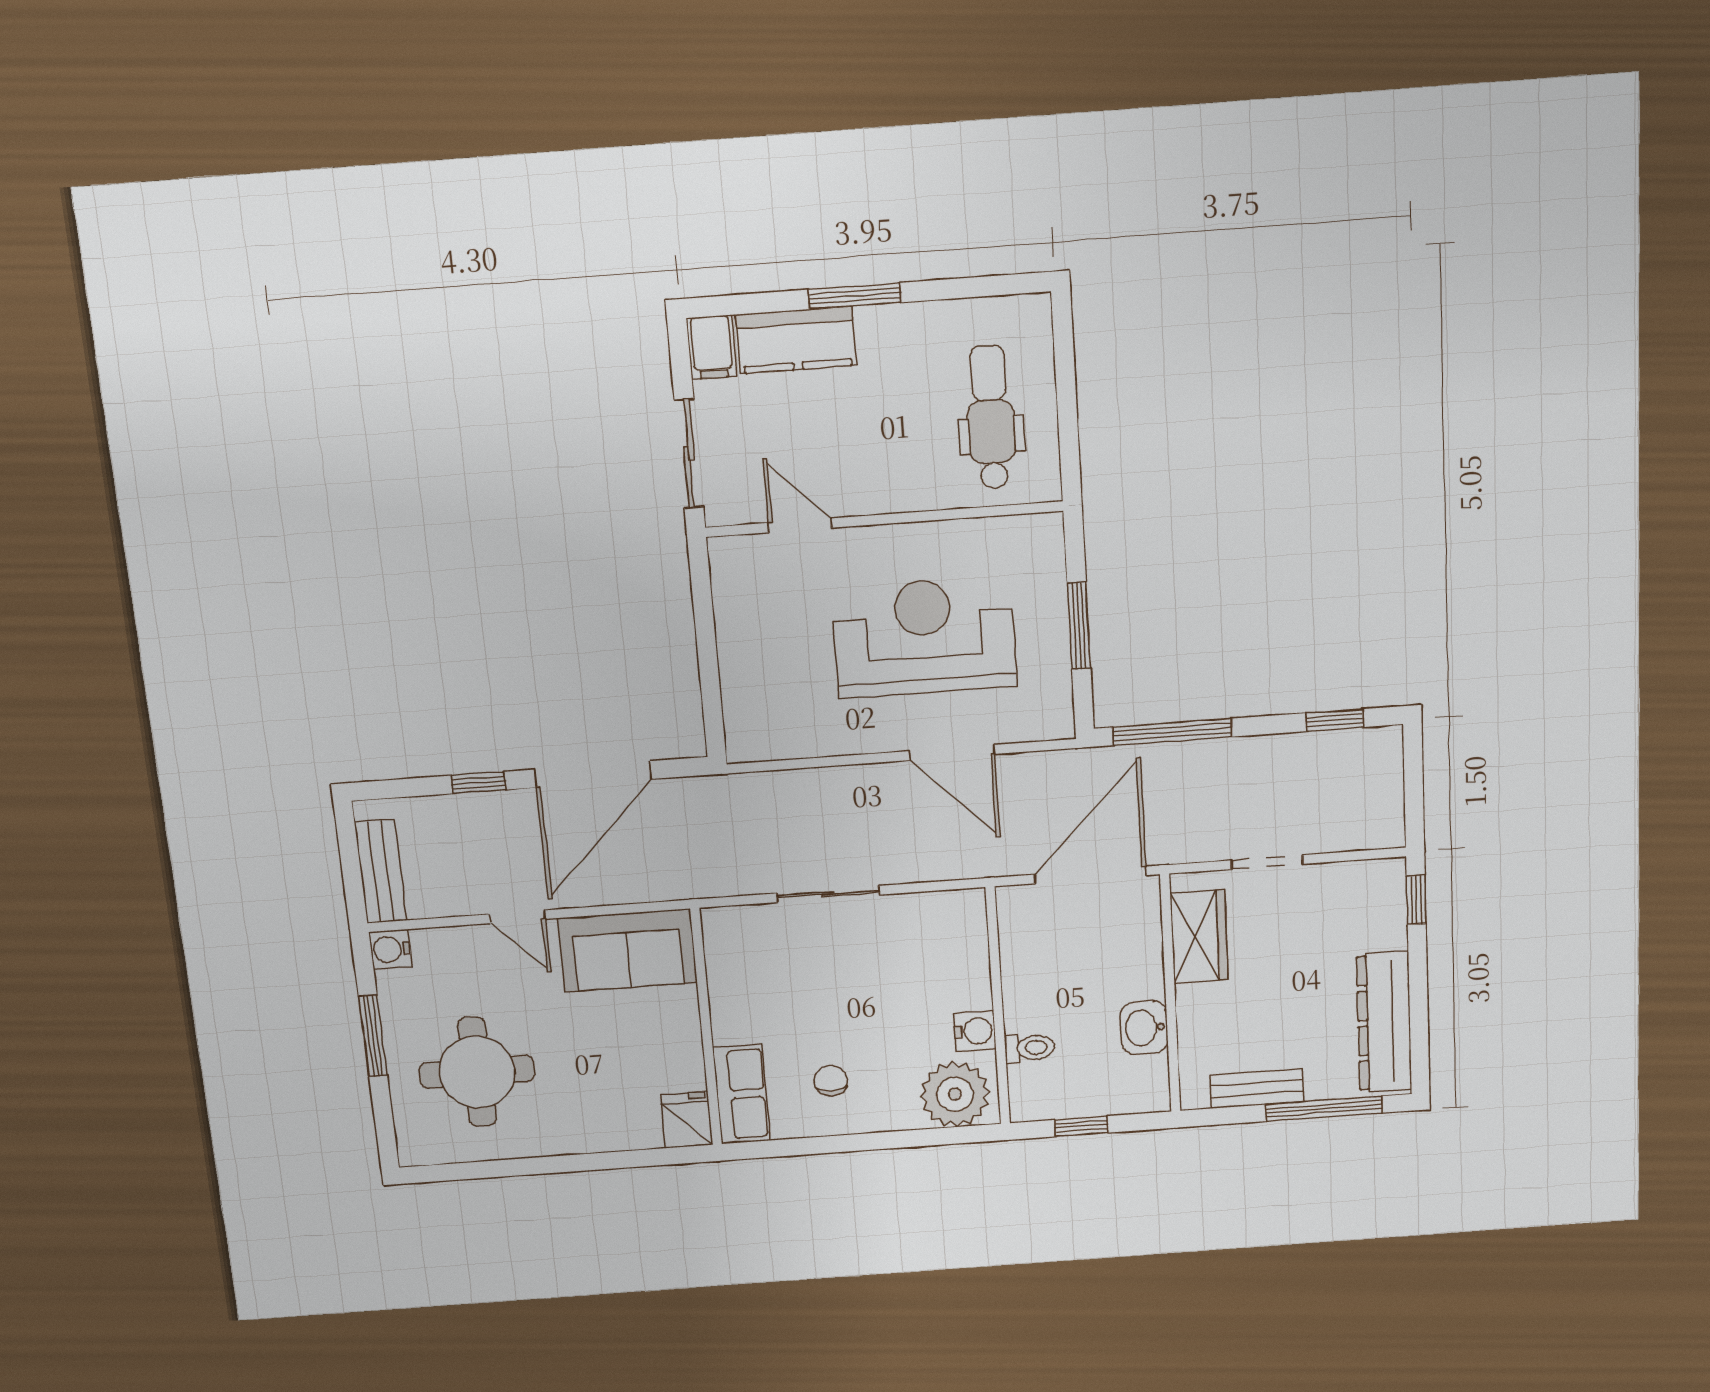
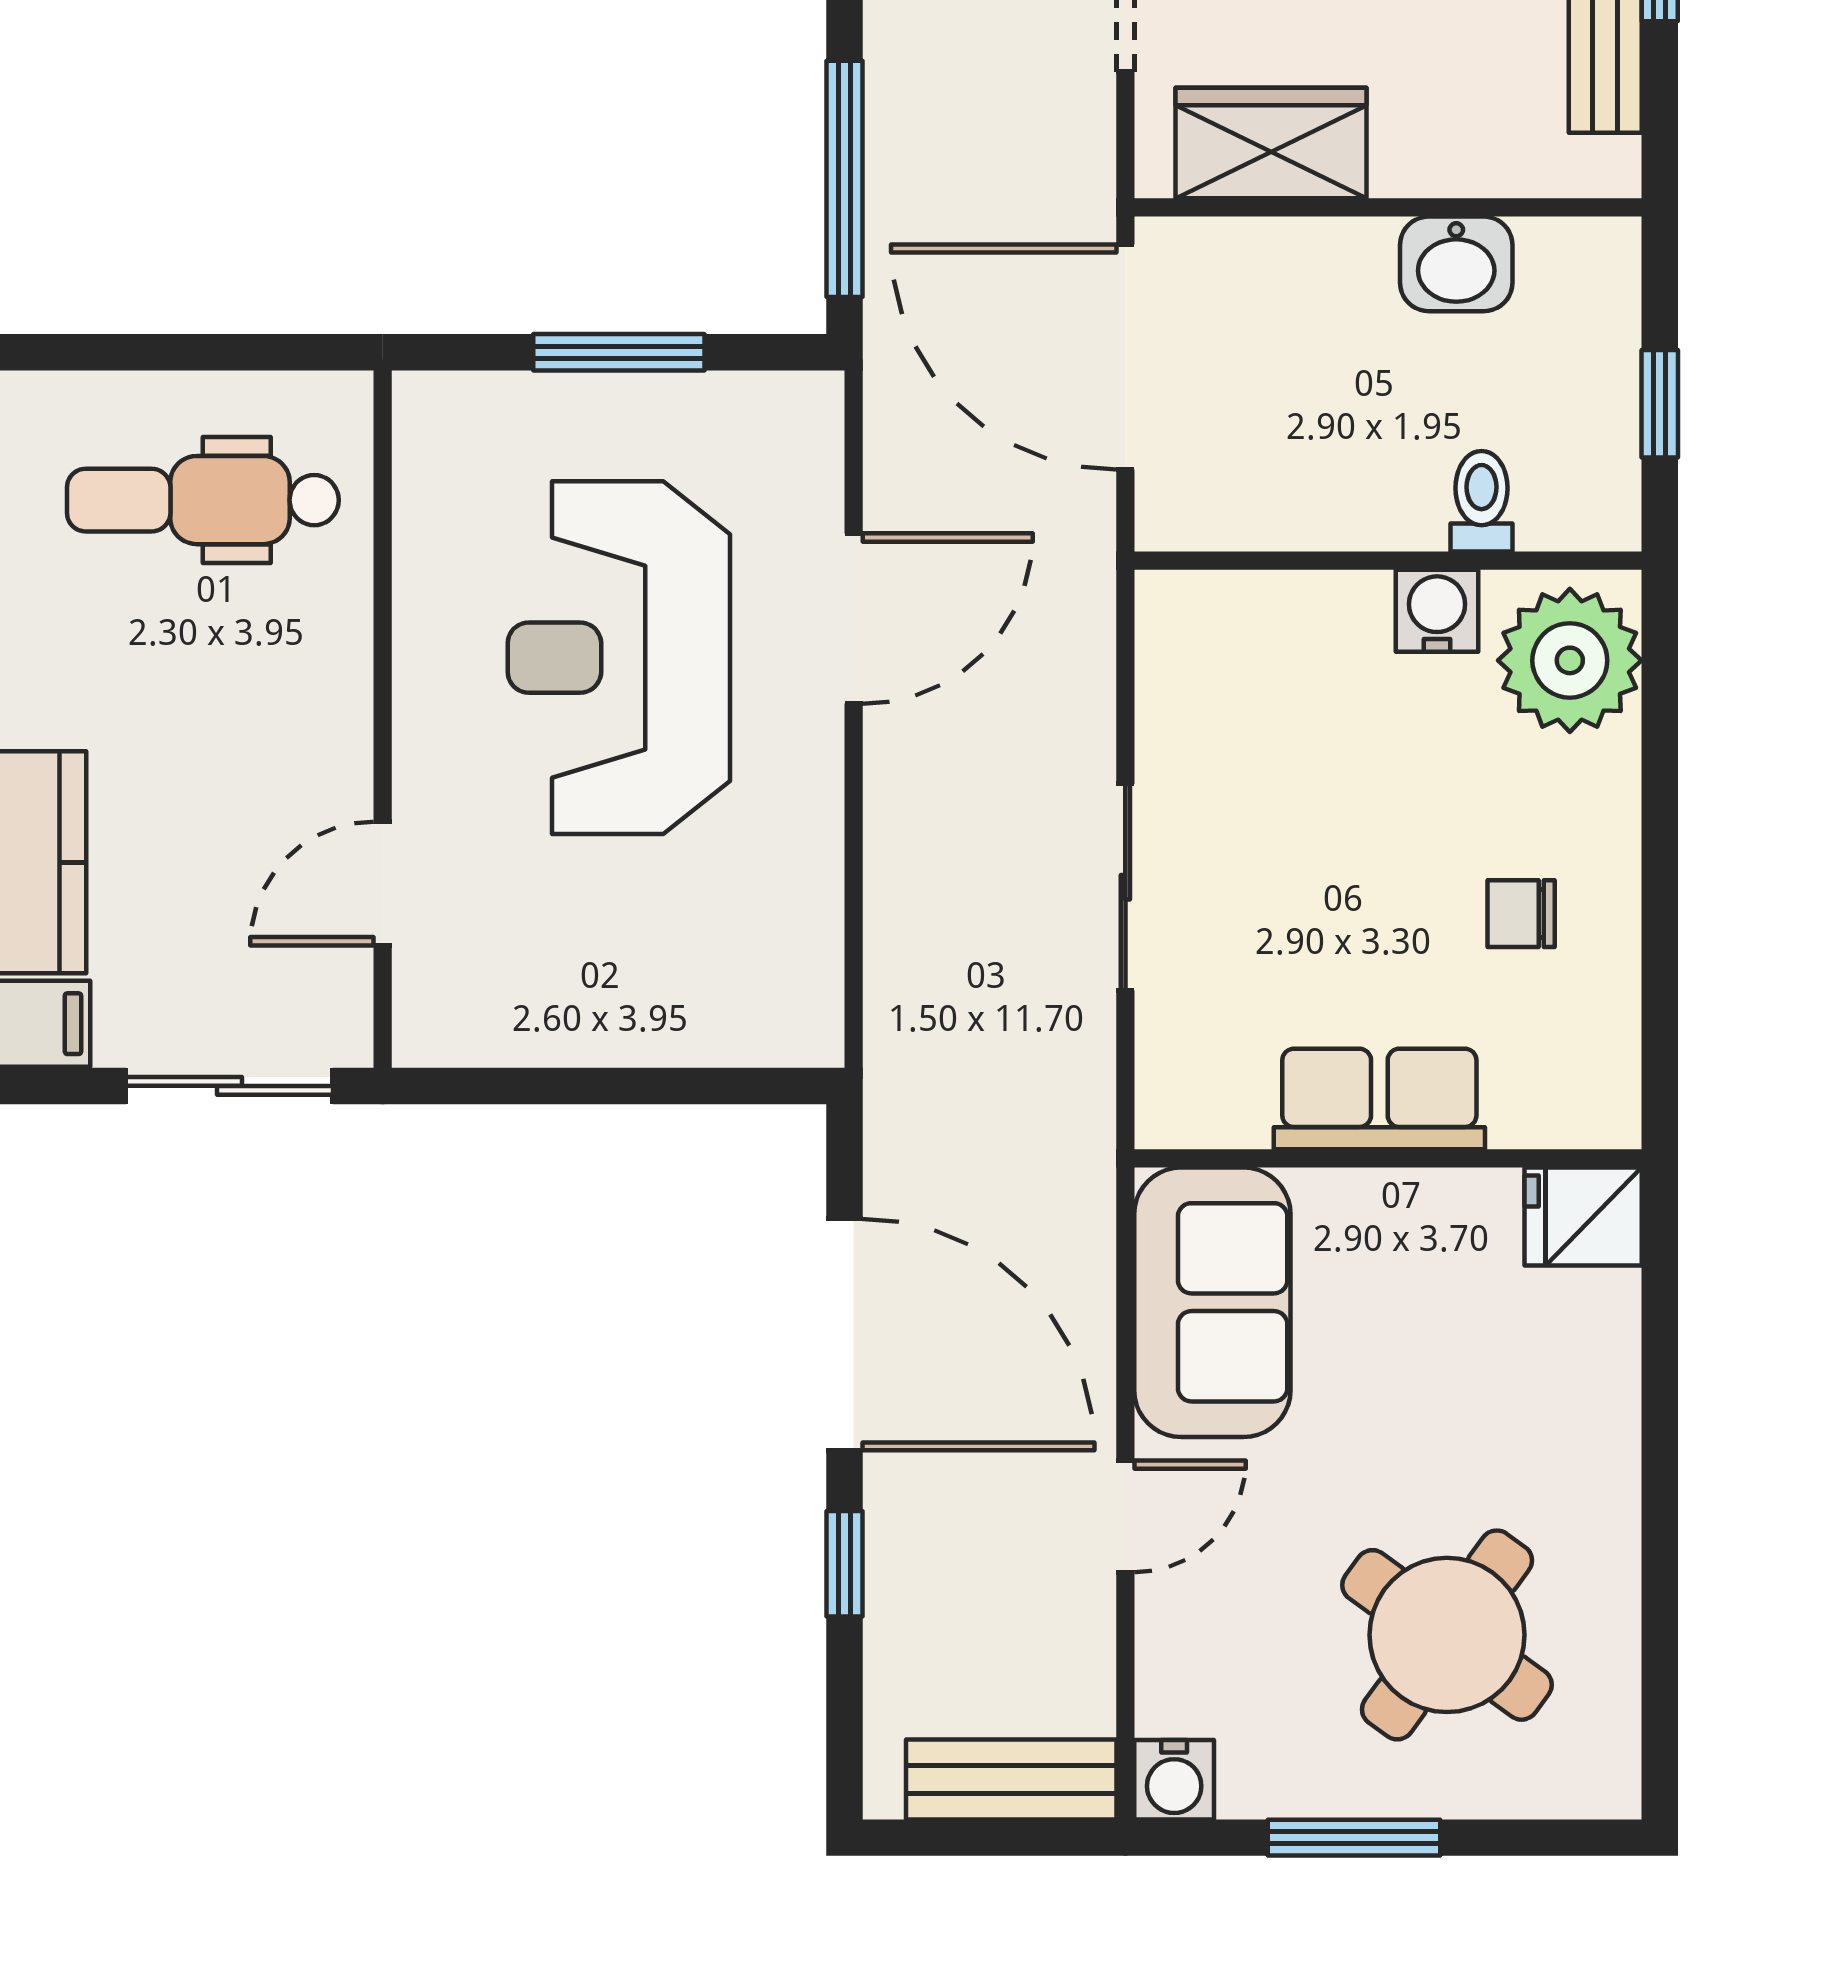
round table: (477, 1072) -> (1447, 1635), turned 36
row of seats: (741, 1094) -> (1379, 1099), moved

